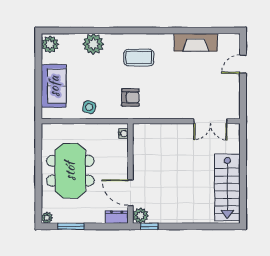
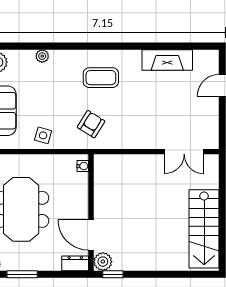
plant: (93, 44) -> (42, 56), width x0.53, depth x0.53
armchair: (130, 97) -> (91, 124), turned -58

